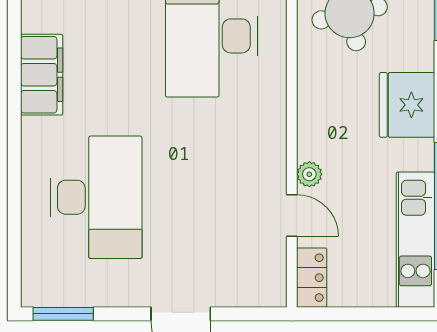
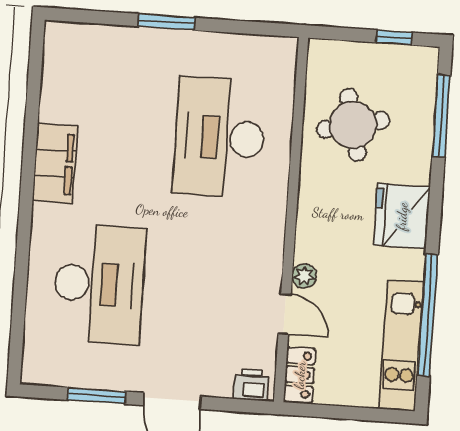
printer: (262, 292) -> (251, 385), added
window: (63, 314) -> (96, 396), moved

